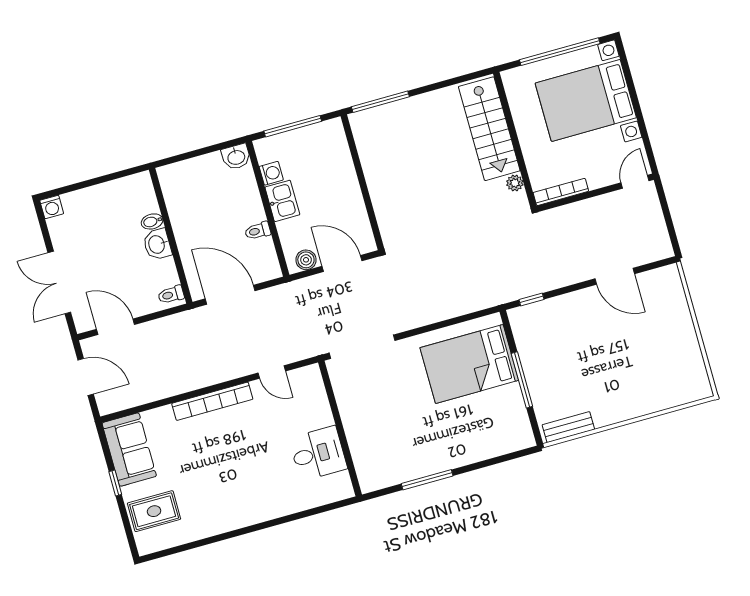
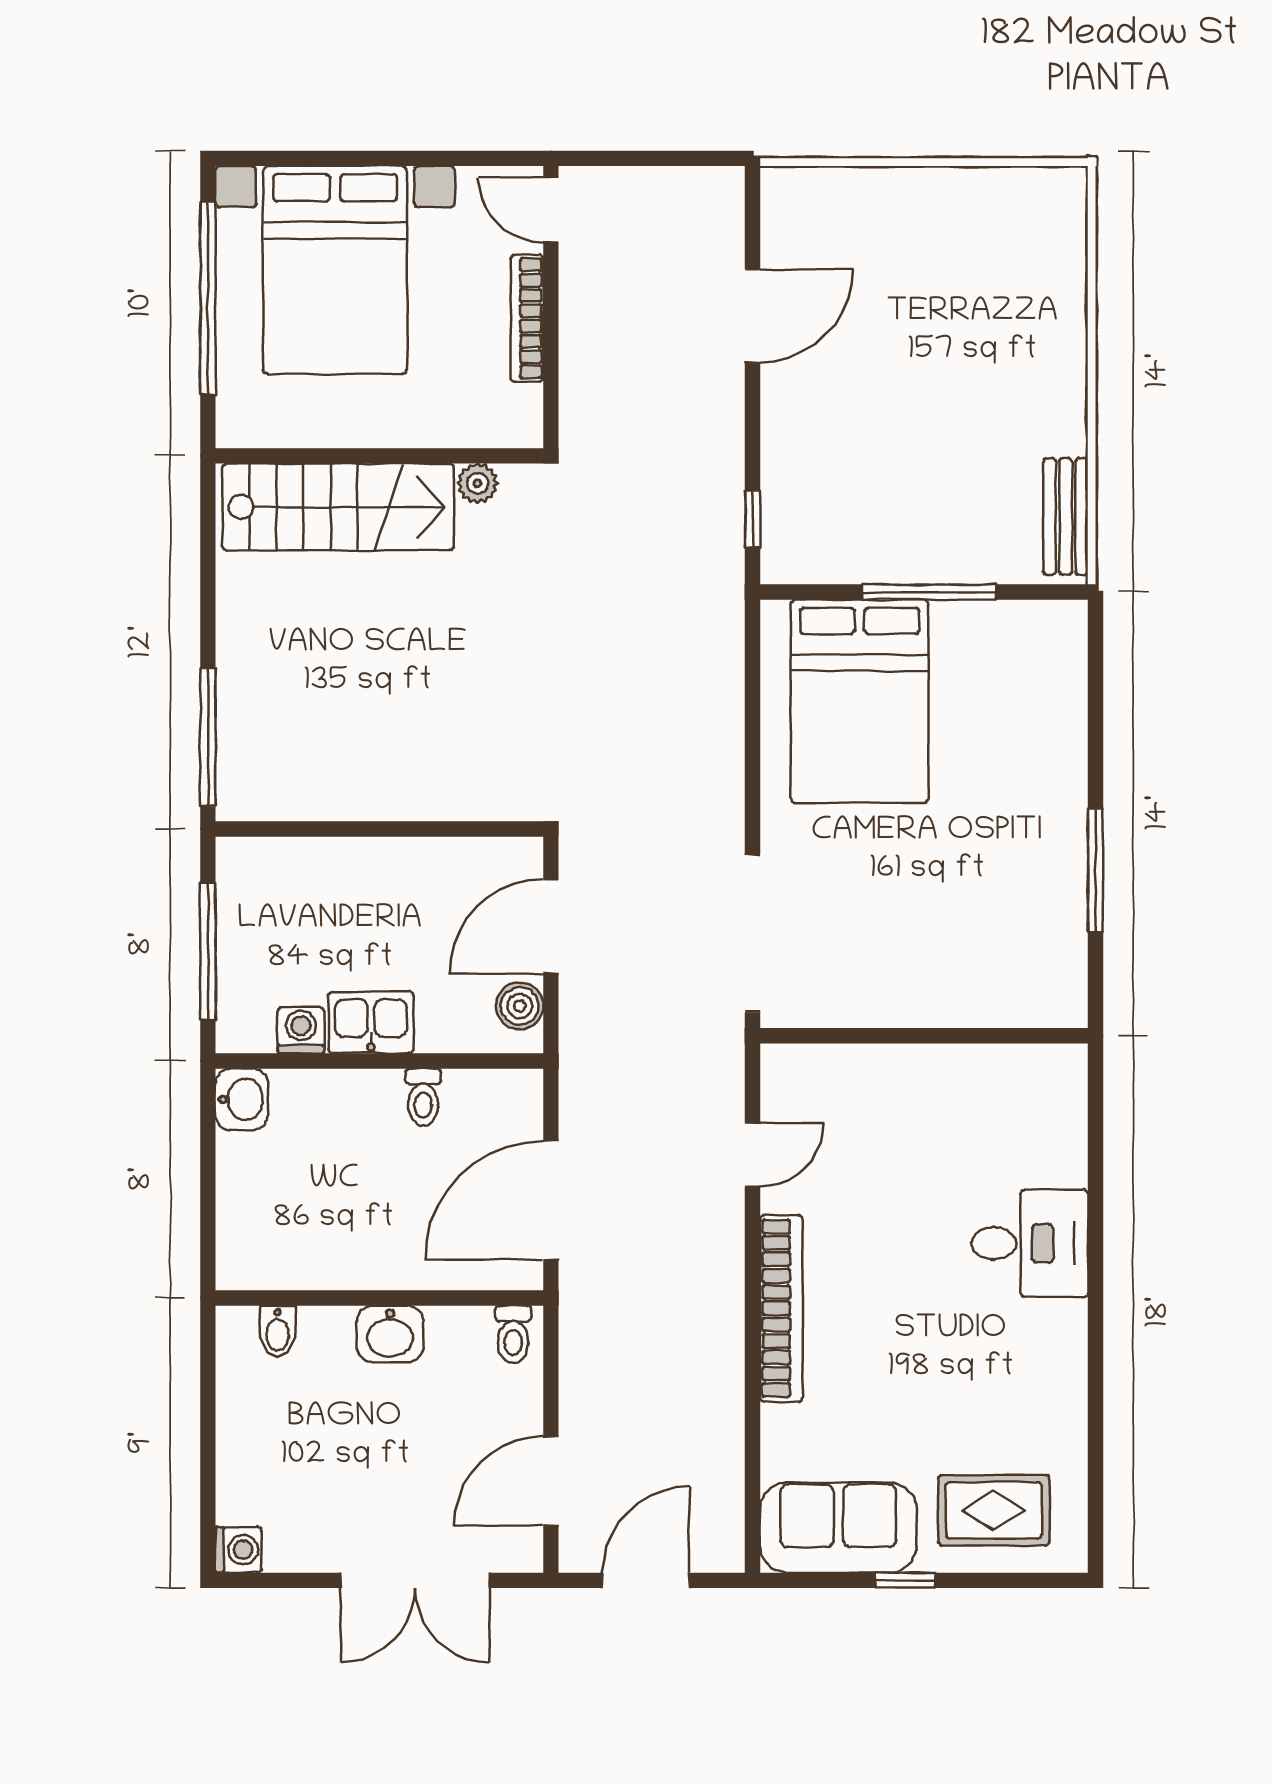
bookcase: (561, 192) -> (527, 318), moved
bidet: (152, 221) -> (277, 1331), moved
desk: (318, 453) -> (1030, 1243), moved, turned 90
rug: (154, 511) -> (994, 1510), turned 90

